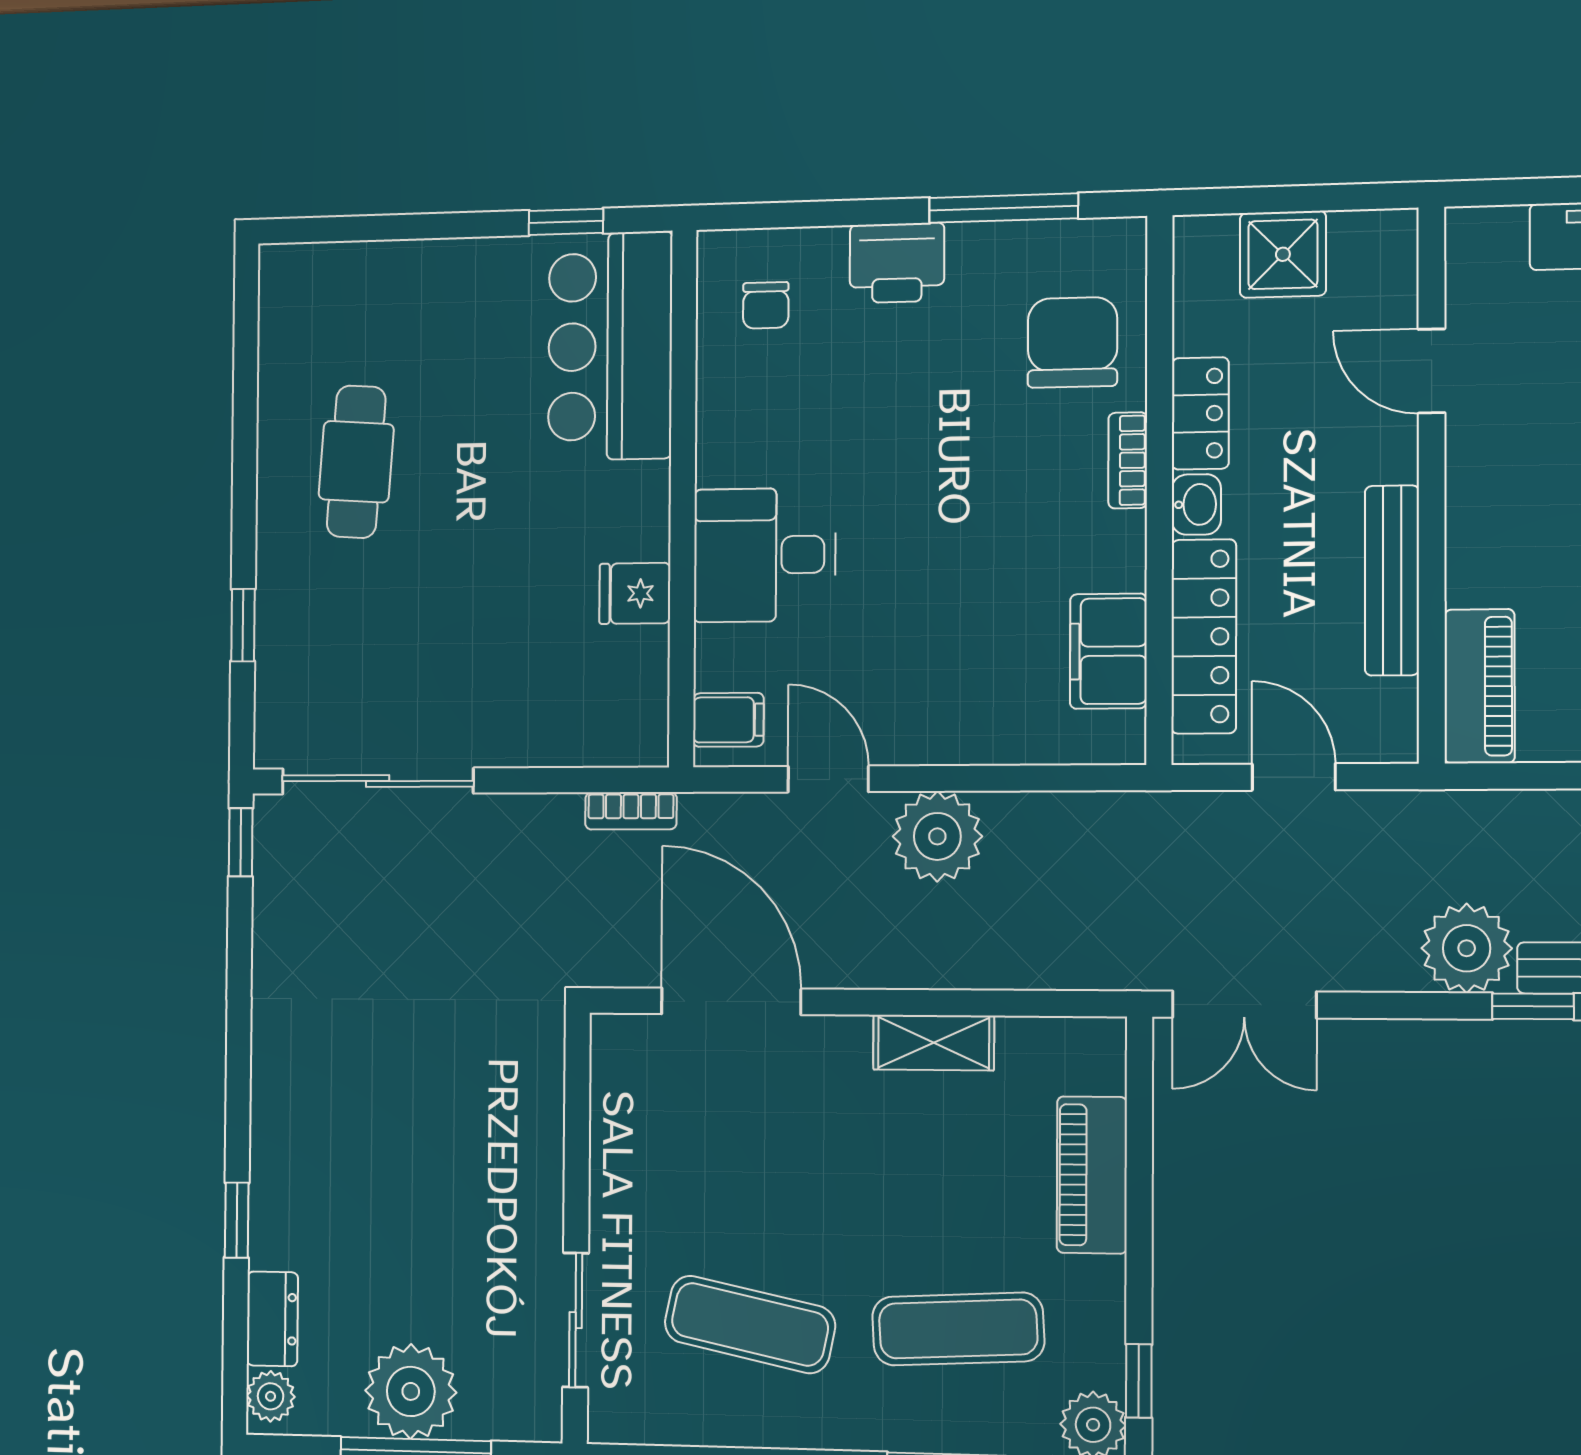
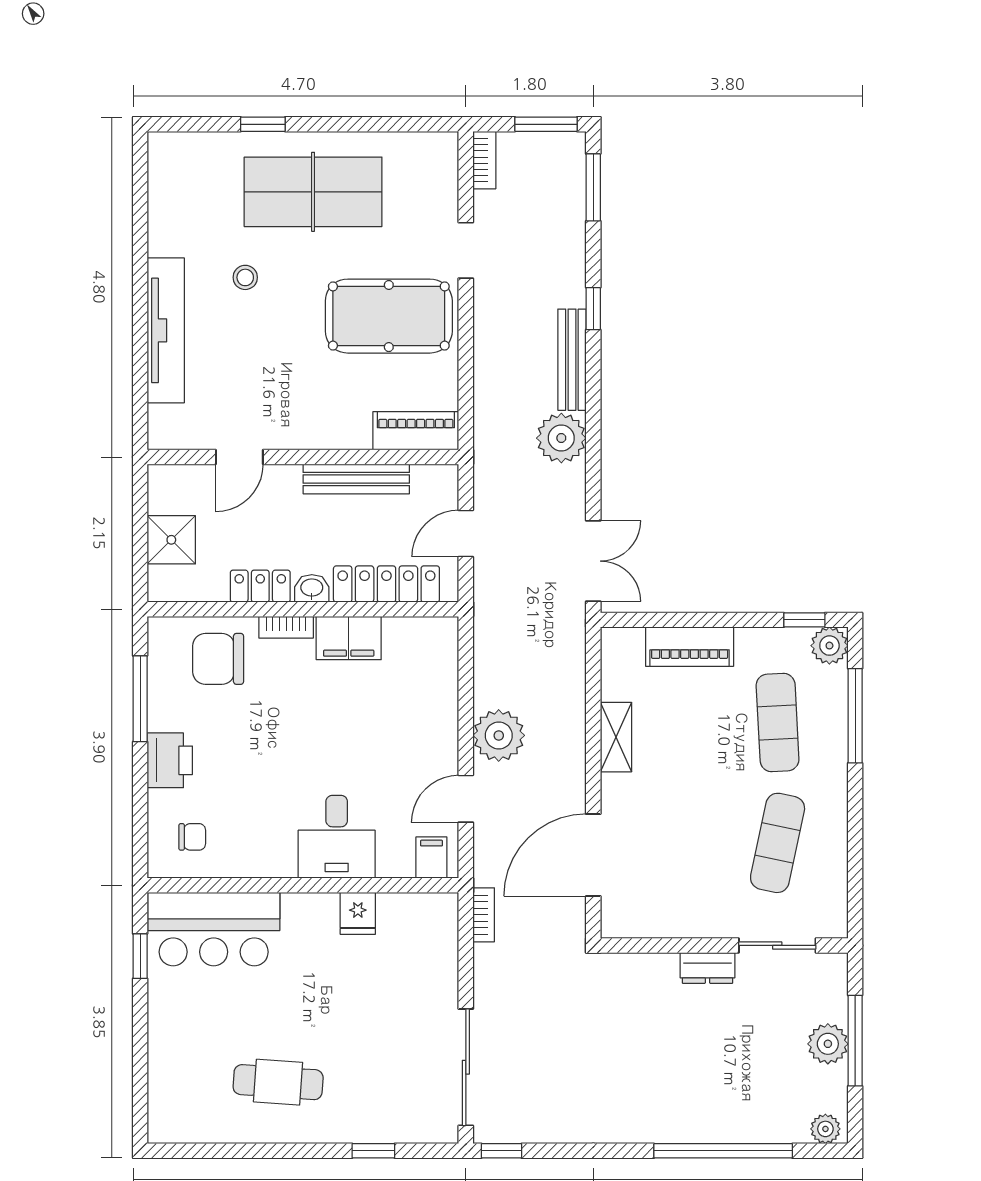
filing cabinet: (1108, 651) -> (349, 638), moved
window: (1533, 1006) -> (593, 402), removed
window: (237, 1220) -> (723, 1151), width x3.17
dresser: (272, 1319) -> (707, 968), moved, turned 180
plant: (411, 1391) -> (828, 1044), width x0.73, depth x0.73

